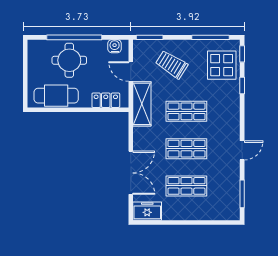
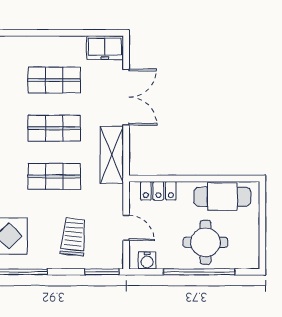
trolley: (172, 65) -> (73, 237), turned -116
shelving: (142, 104) -> (112, 155), moved
double door: (131, 173) -> (126, 97), swing flipped

